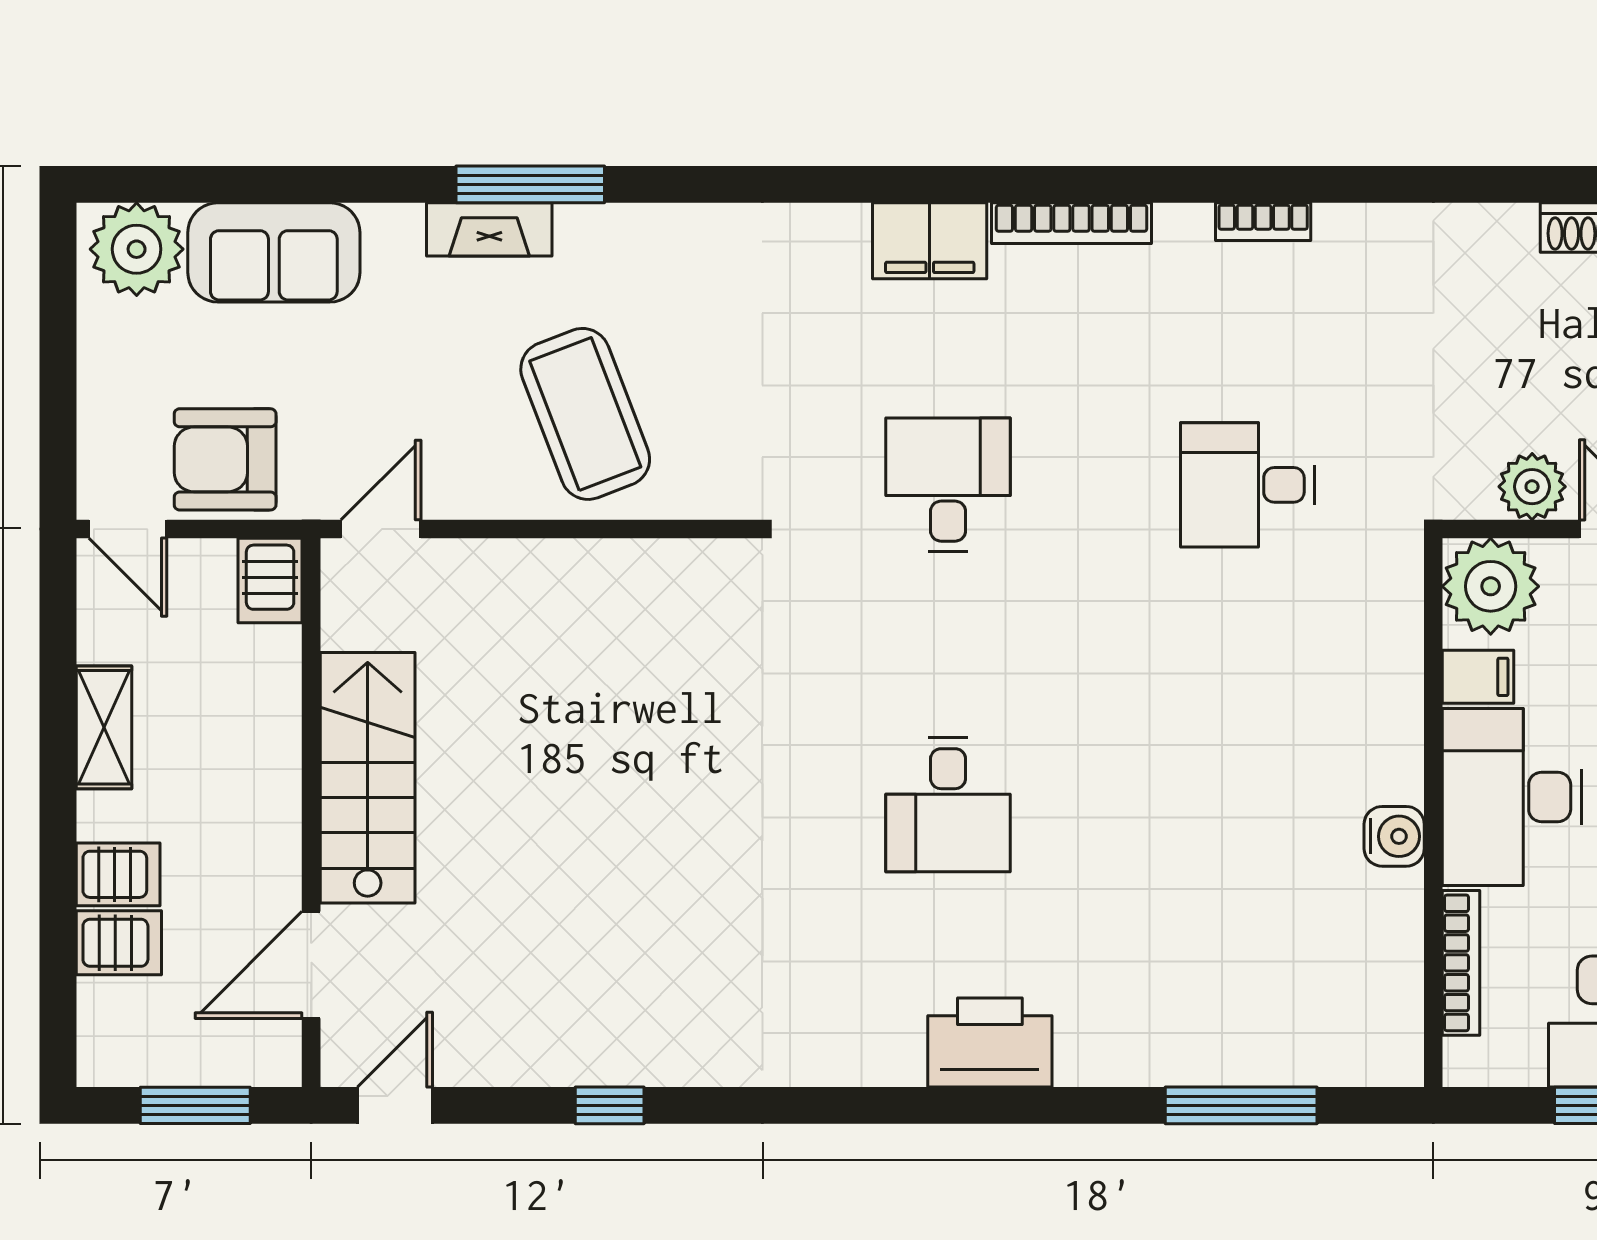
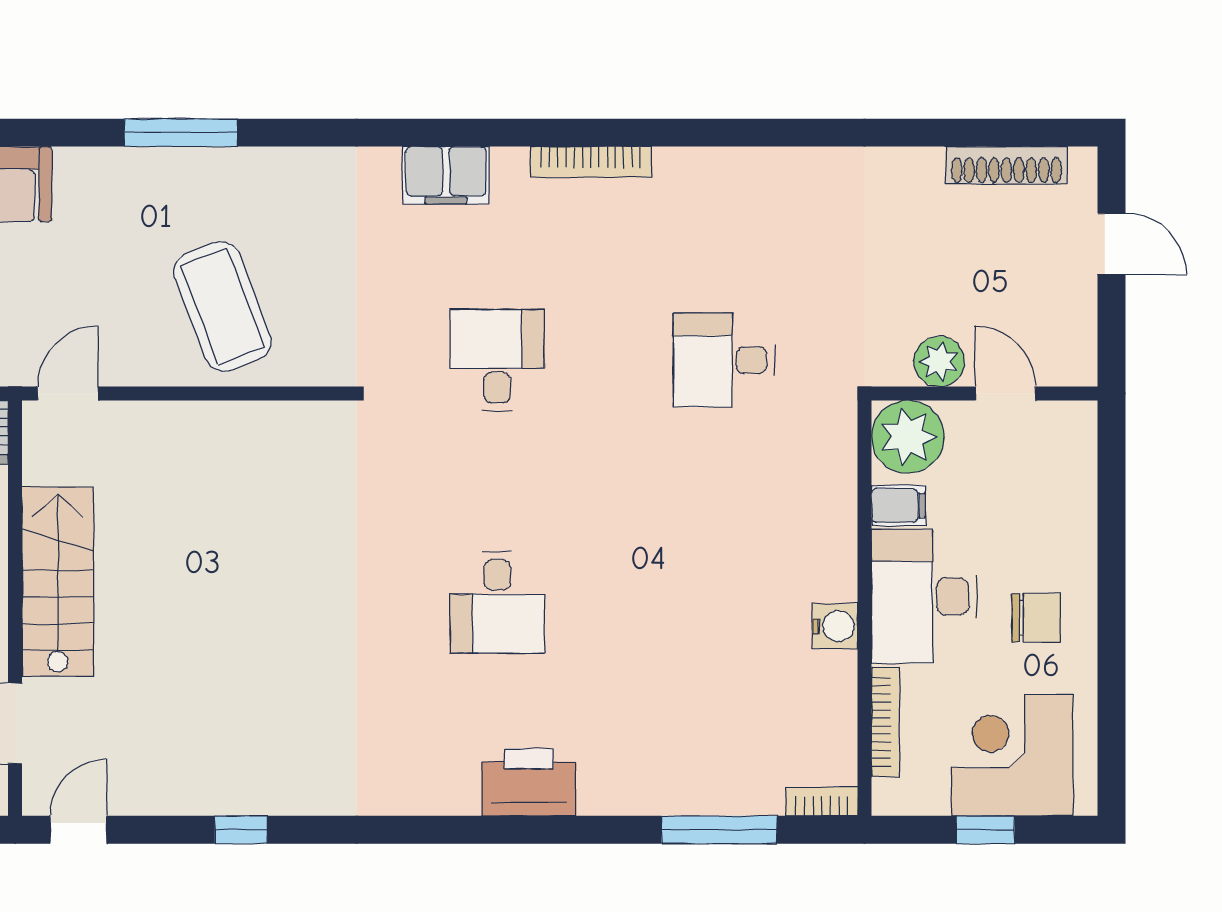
bookcase: (1263, 222) -> (822, 802), moved, turned 180
fireplace: (489, 229) -> (150, 167), removed
filing cabinet: (930, 241) -> (446, 175), moved

